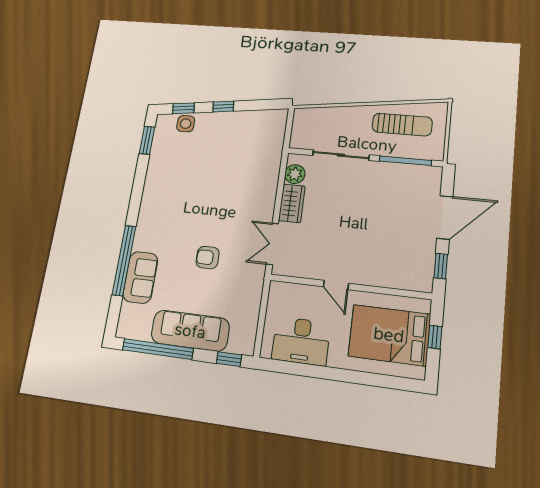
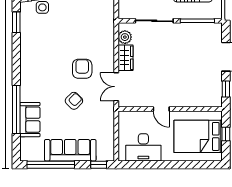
armchair: (227, 213) -> (82, 69), added
armchair: (208, 257) -> (74, 101), turned 135

